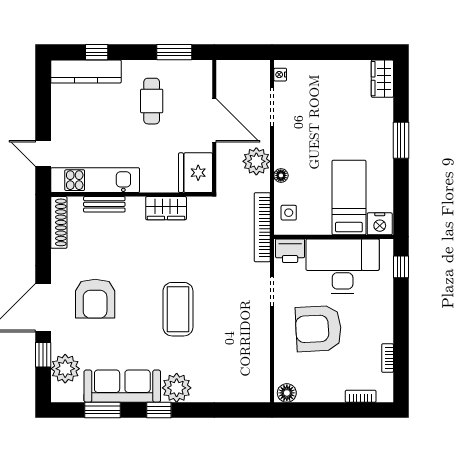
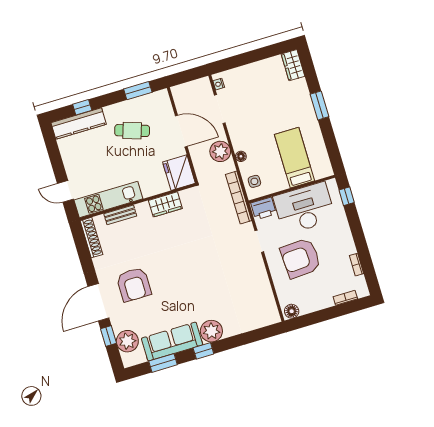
cafe table: (152, 101) -> (132, 131), turned -72
nightstand: (380, 224) -> (322, 170), removed
coffee table: (178, 309) -> (196, 274), removed

